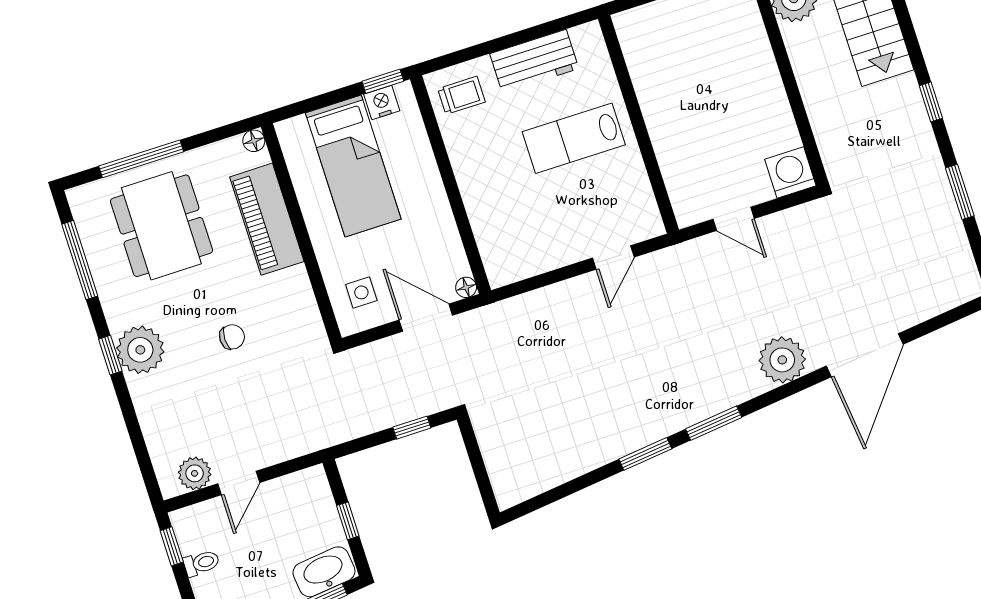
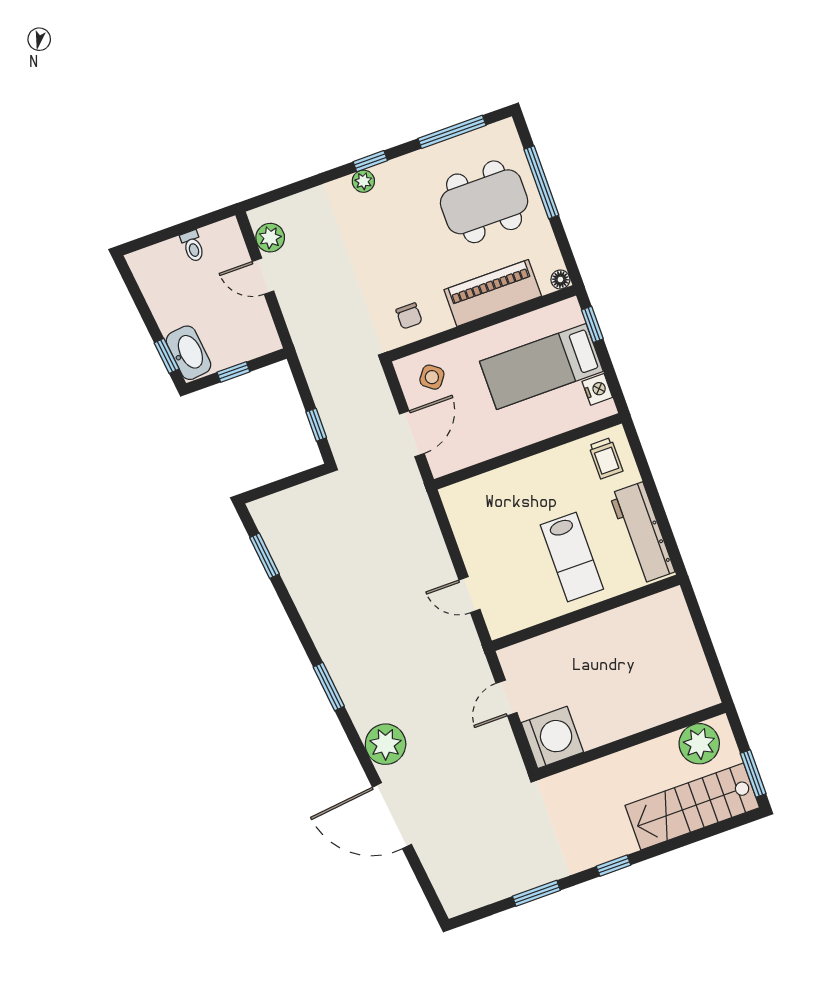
workbench: (534, 61) -> (642, 533), width x1.38
window: (383, 81) -> (592, 324), moved
lab bench: (574, 138) -> (572, 557), turned 180
washing machine: (790, 172) -> (552, 737), width x1.37, depth x1.37
floor lamp: (466, 287) -> (439, 468), removed
side table: (361, 292) -> (432, 377), turned 37
chair: (232, 337) -> (409, 316), moved
plant: (140, 350) -> (363, 181), width x0.53, depth x0.53
window: (645, 454) -> (265, 556), moved
window: (172, 546) -> (206, 220), removed

